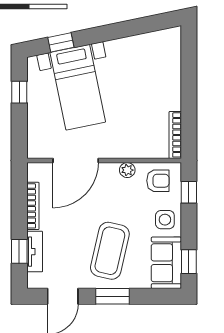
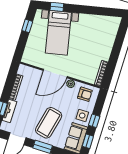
door: (76, 161) -> (55, 73), moved
window: (189, 192) -> (94, 121), moved

